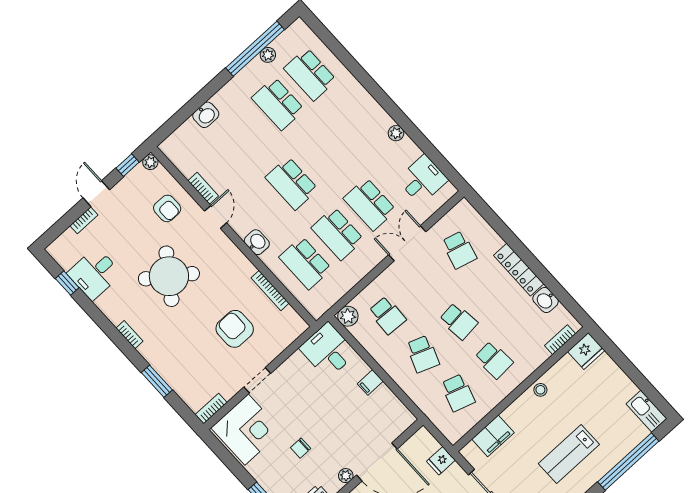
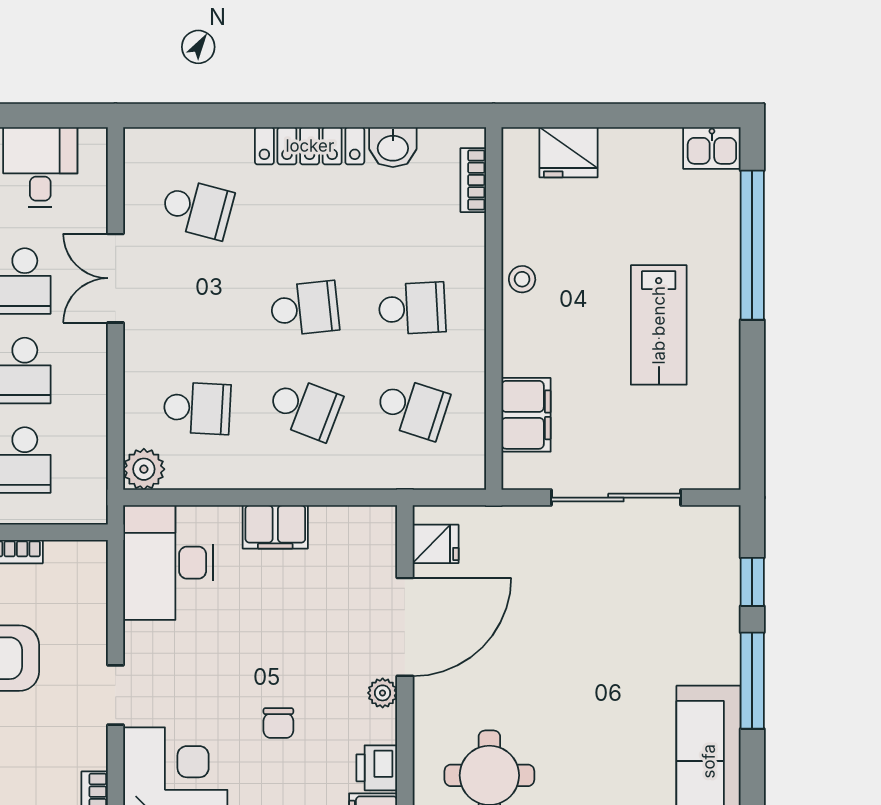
desk: (328, 351) -> (168, 563), width x1.37
fridge: (586, 351) -> (568, 152), moved, turned 90
filing cabinet: (370, 382) -> (275, 527), width x2.00
kitchen sink: (646, 411) -> (712, 148), width x0.73
fridge: (441, 461) -> (436, 544), moved, turned -90

